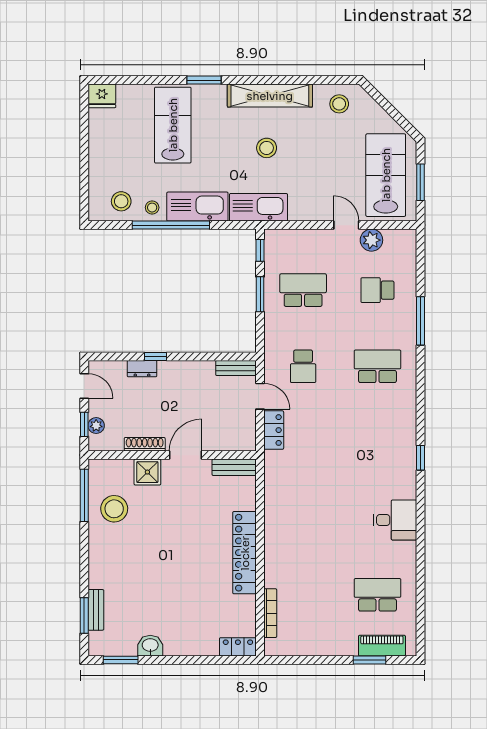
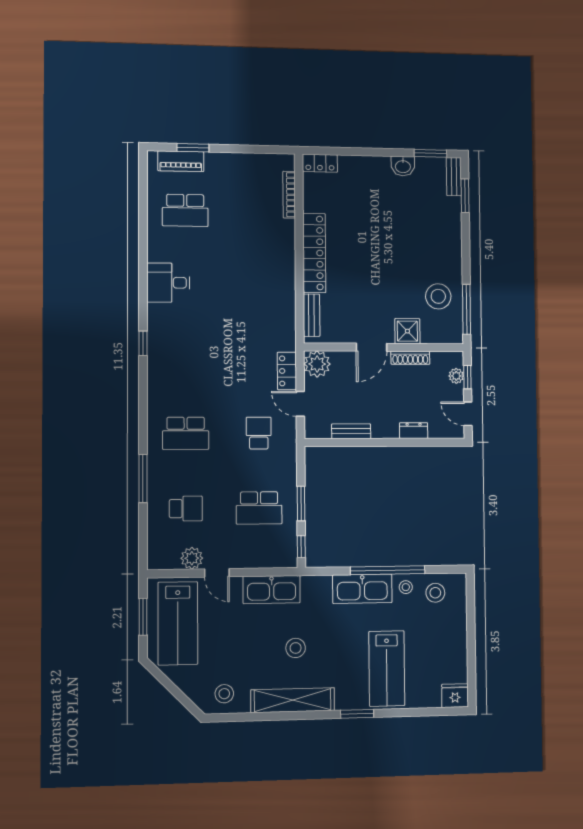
kitchen sink: (258, 207) -> (272, 590), moved
window: (155, 356) -> (401, 442), removed
bench: (236, 368) -> (351, 431), moved
plant: (242, 437) -> (317, 364), added
bench: (234, 467) -> (312, 315), moved, turned 90
bench: (96, 610) -> (454, 177), moved

